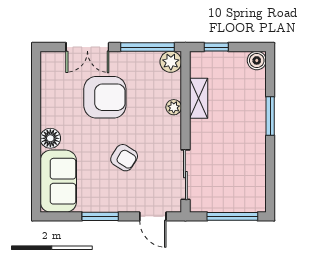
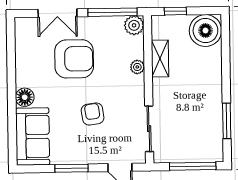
boiler: (257, 60) -> (205, 31), width x1.86, depth x1.86
window: (270, 116) -> (227, 121), moved
armchair: (124, 158) -> (93, 114), turned -130

